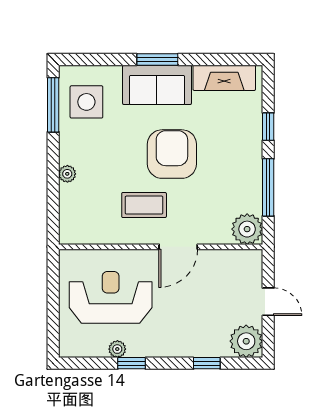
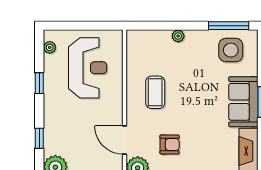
armchair: (172, 154) -> (170, 144), moved, width x0.53, depth x0.53
door: (178, 247) -> (125, 140), moved
plant: (117, 349) -> (50, 47), moved

